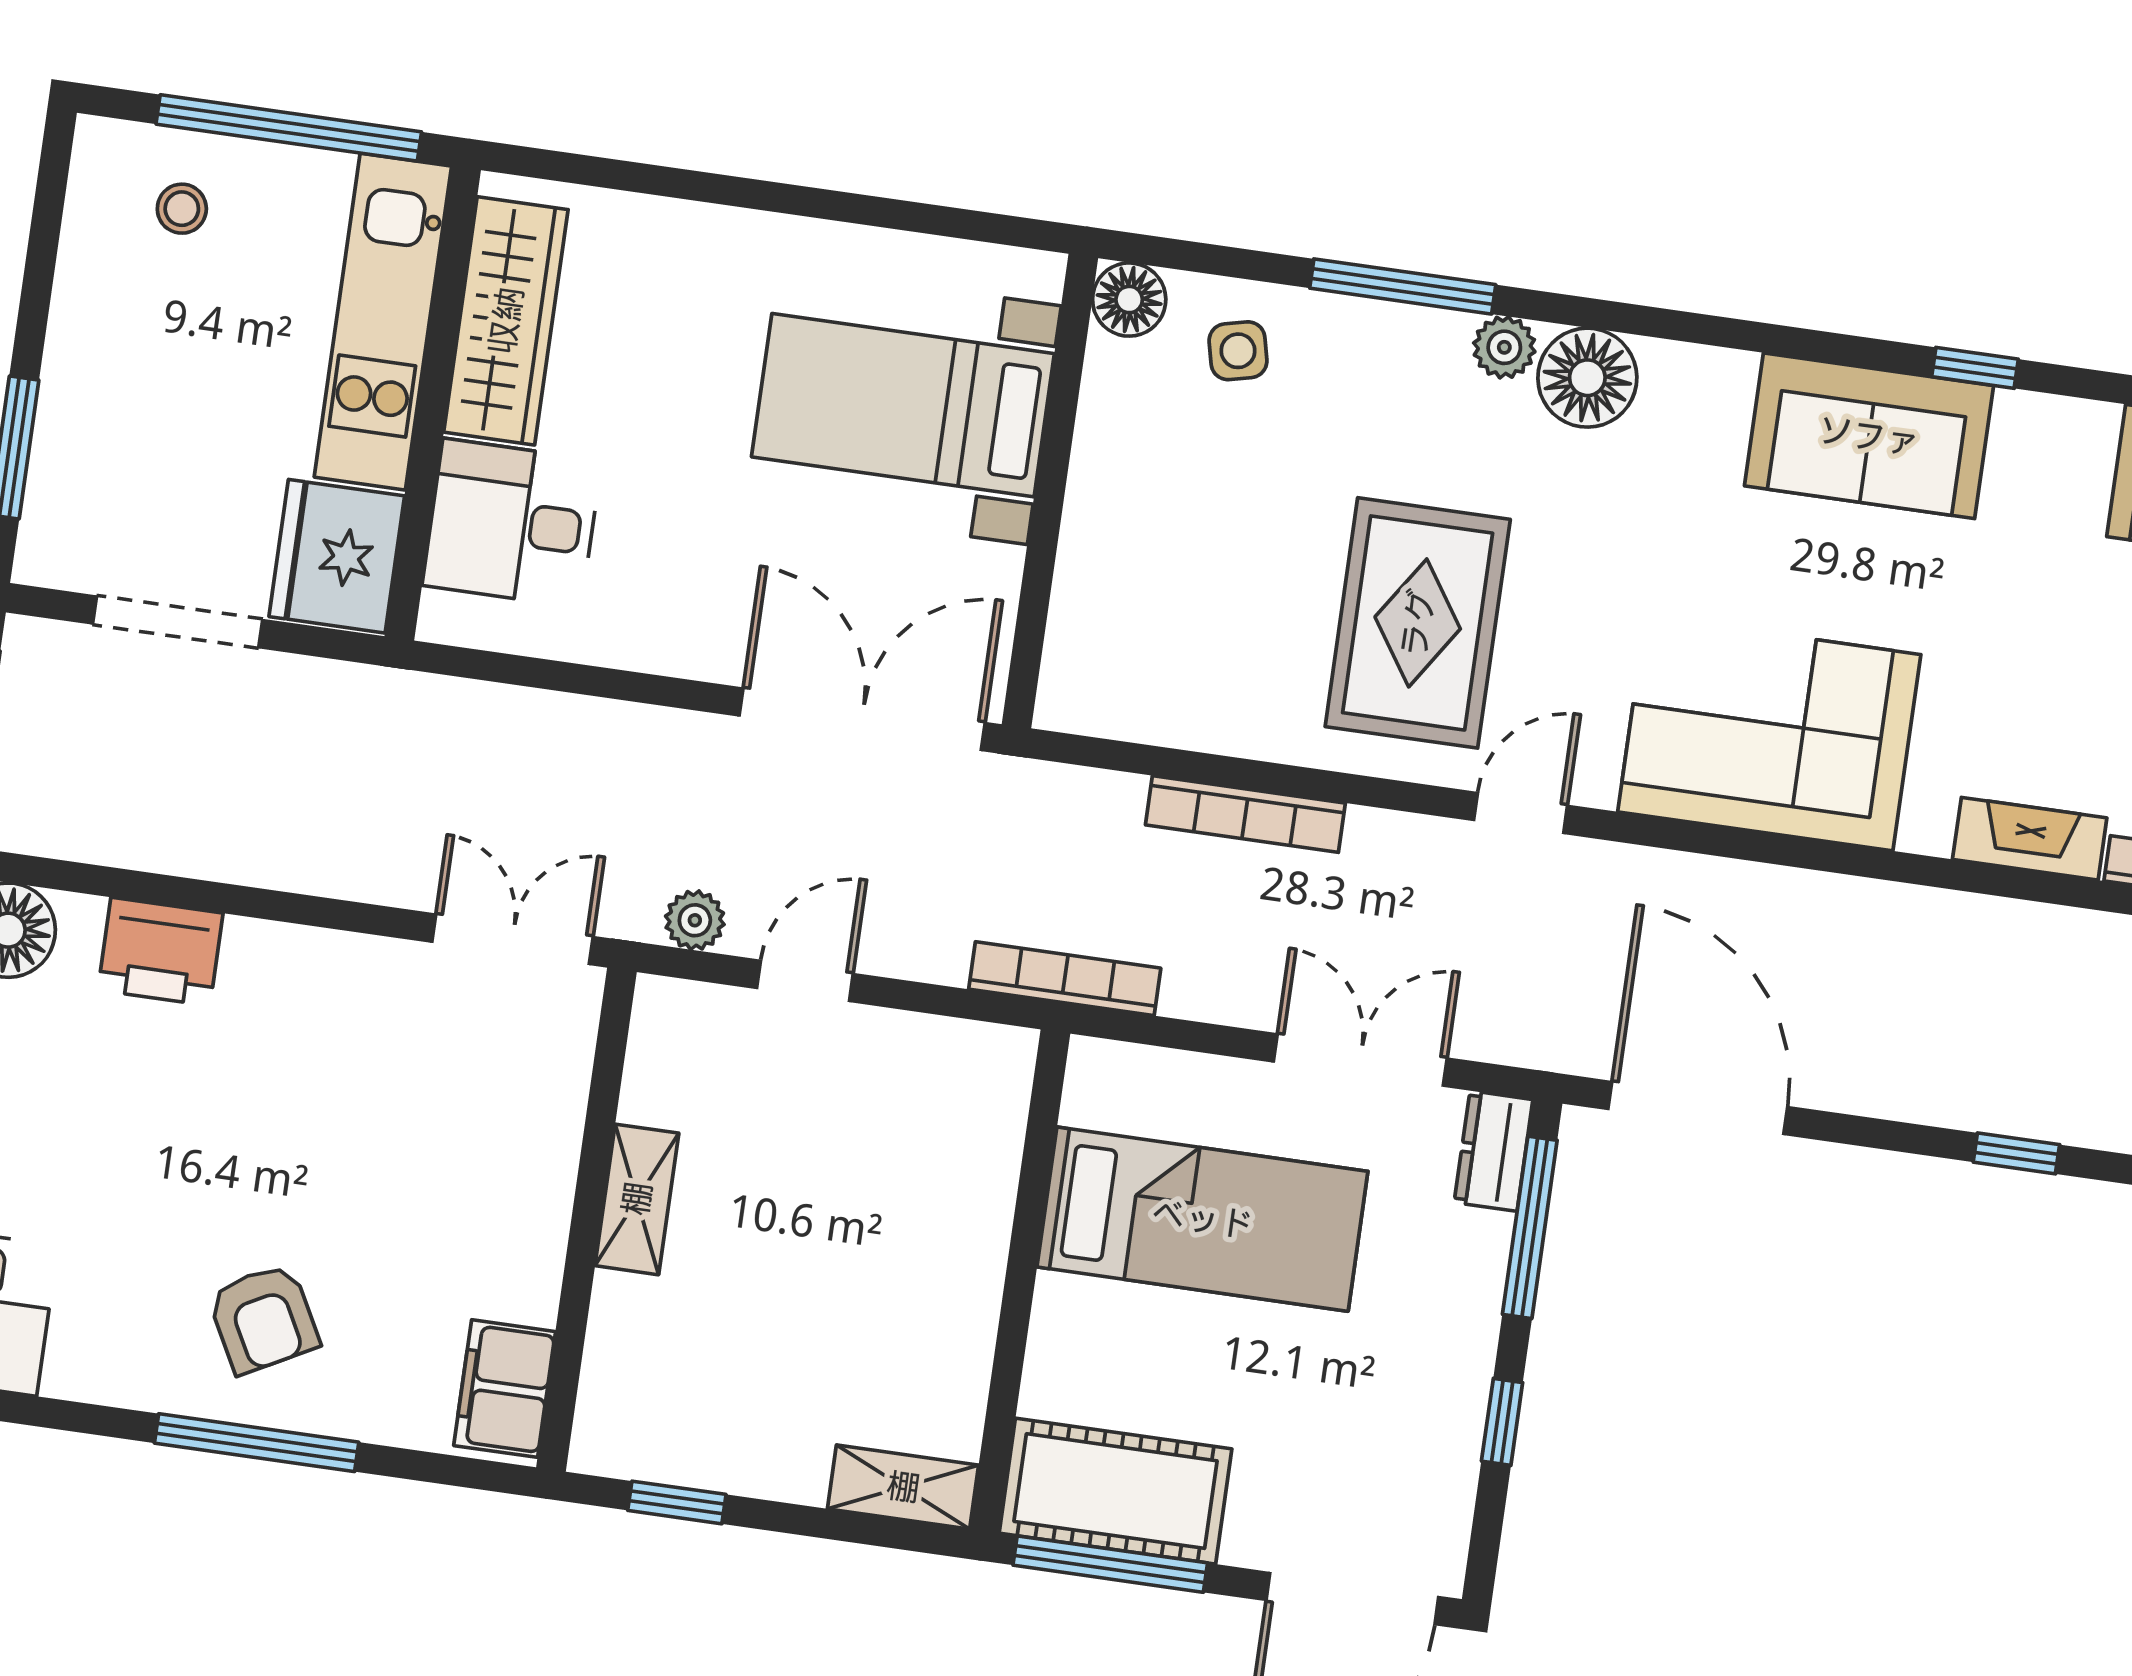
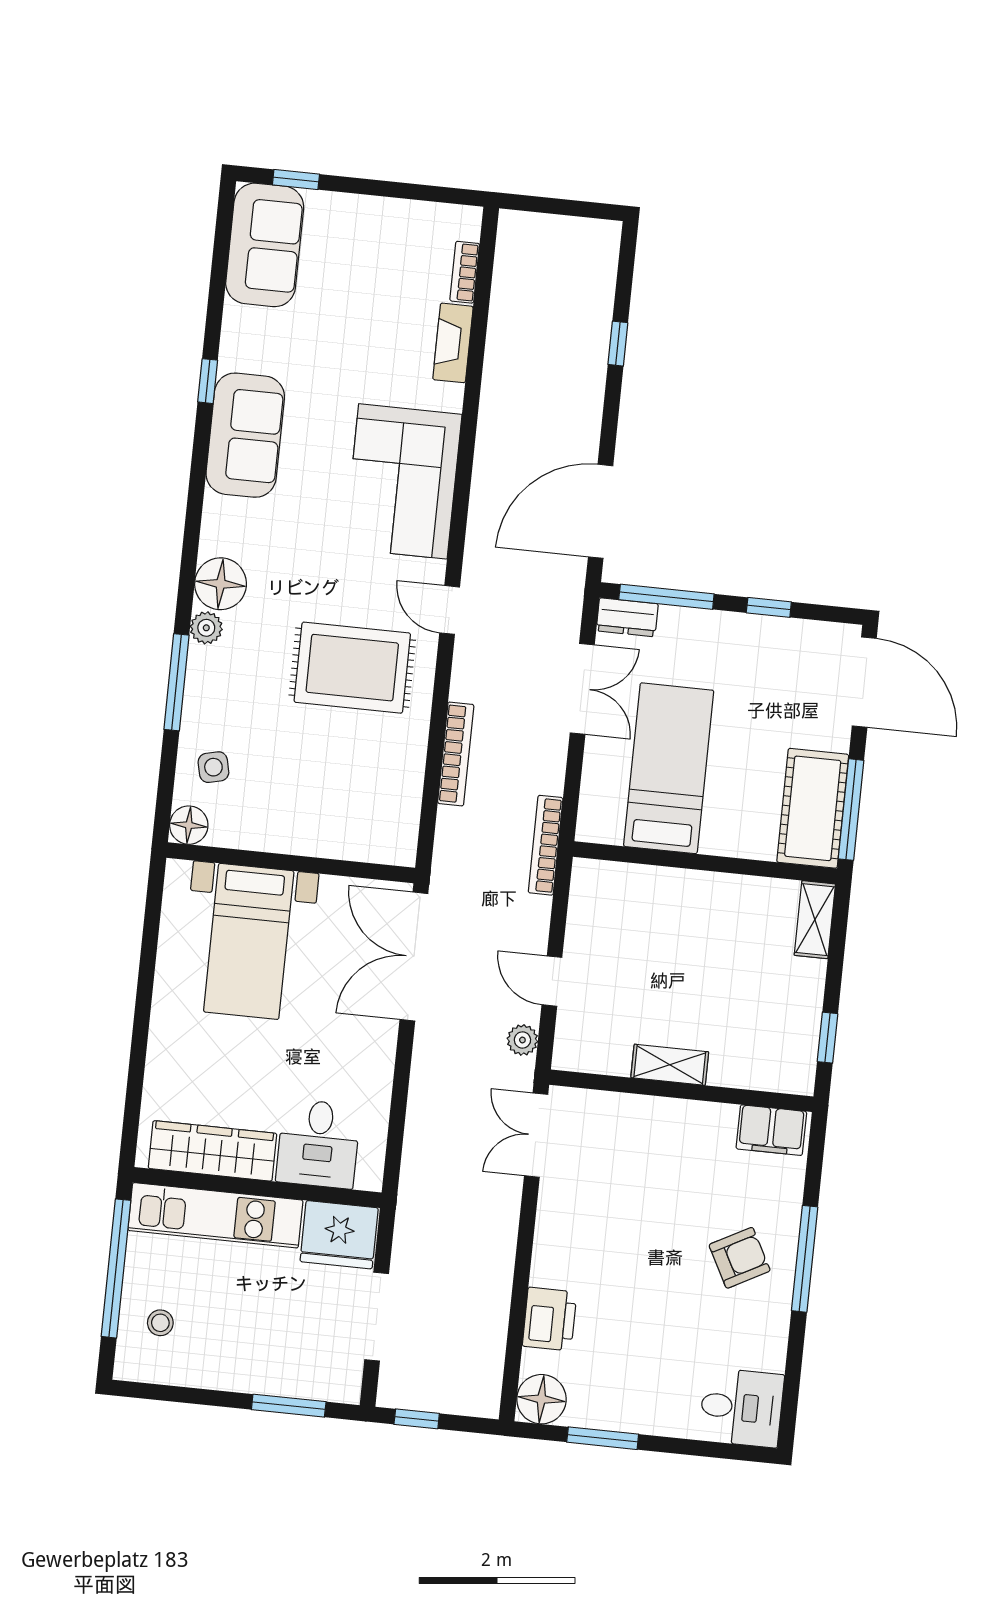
double door: (1360, 1060) -> (582, 689), swing flipped

